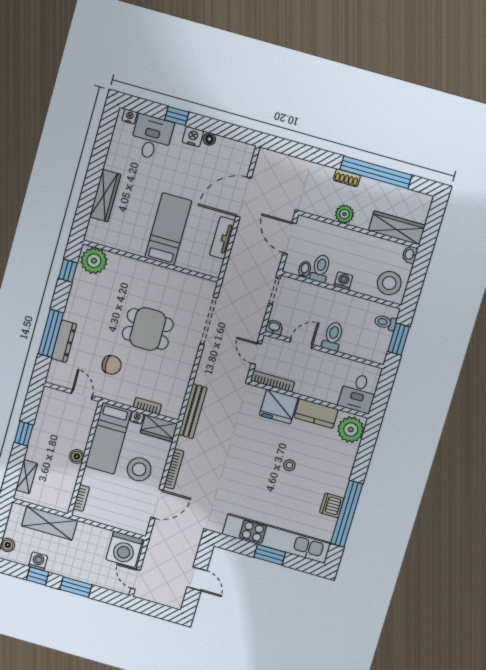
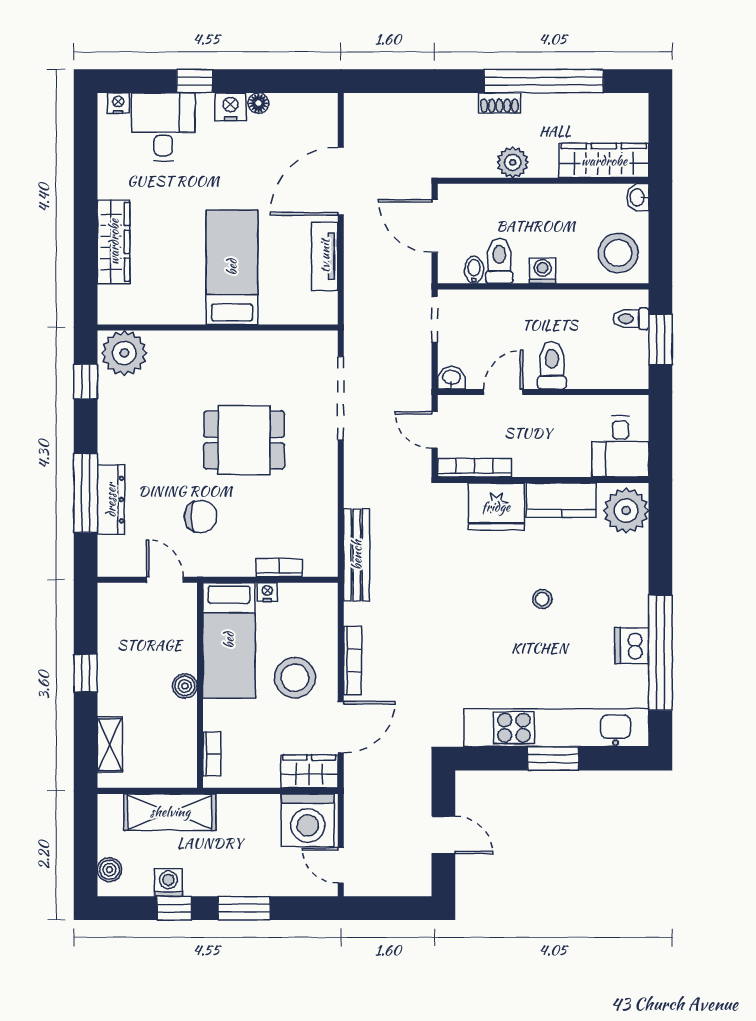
wardrobe: (159, 428) -> (309, 771), moved, turned 180

